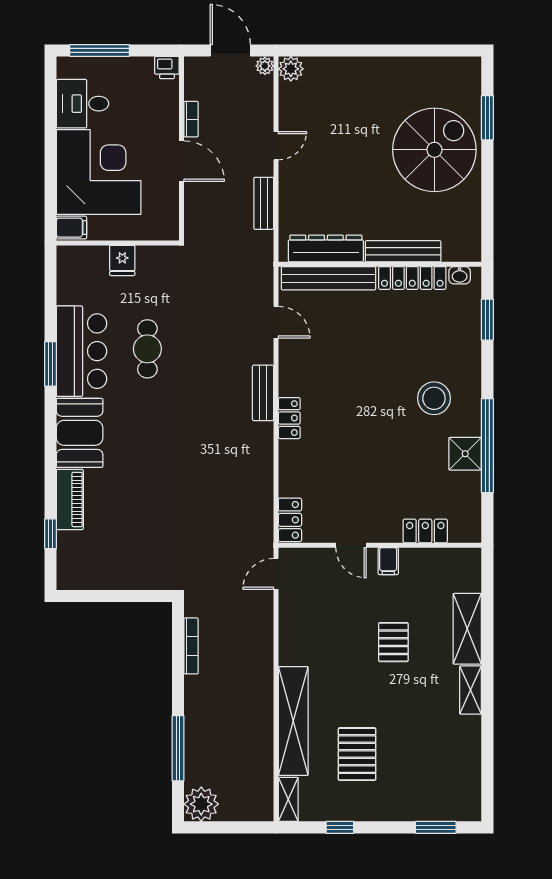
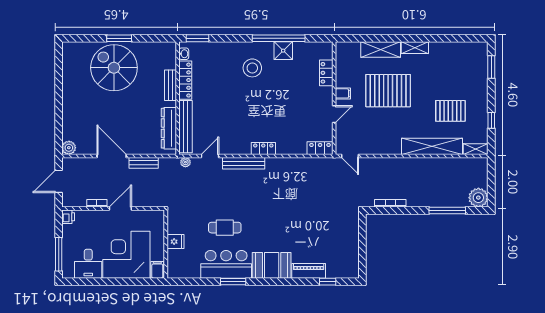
plant: (265, 66) -> (185, 162), moved
window: (487, 118) -> (119, 38), moved
door: (276, 146) -> (112, 156), width x1.88
bench: (403, 251) -> (170, 85), width x0.73
window: (487, 320) -> (198, 38), moved
bench: (263, 393) -> (244, 163), width x1.36
pallet: (393, 642) -> (388, 91), width x2.05, depth x2.00

